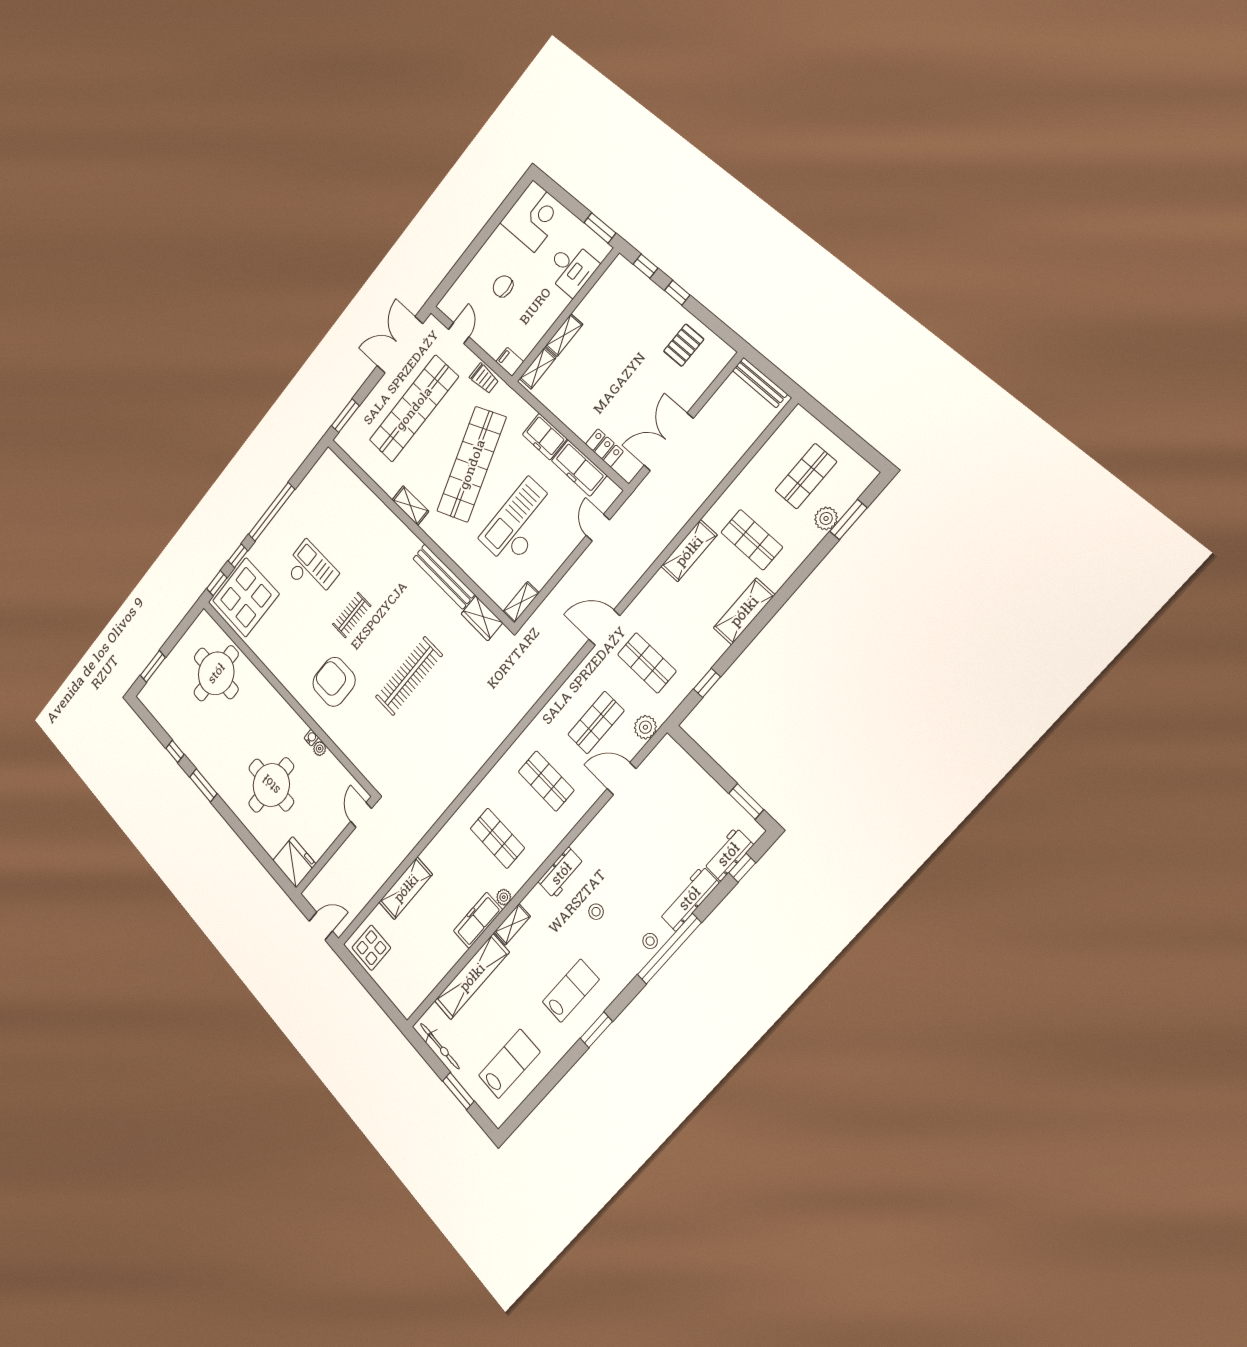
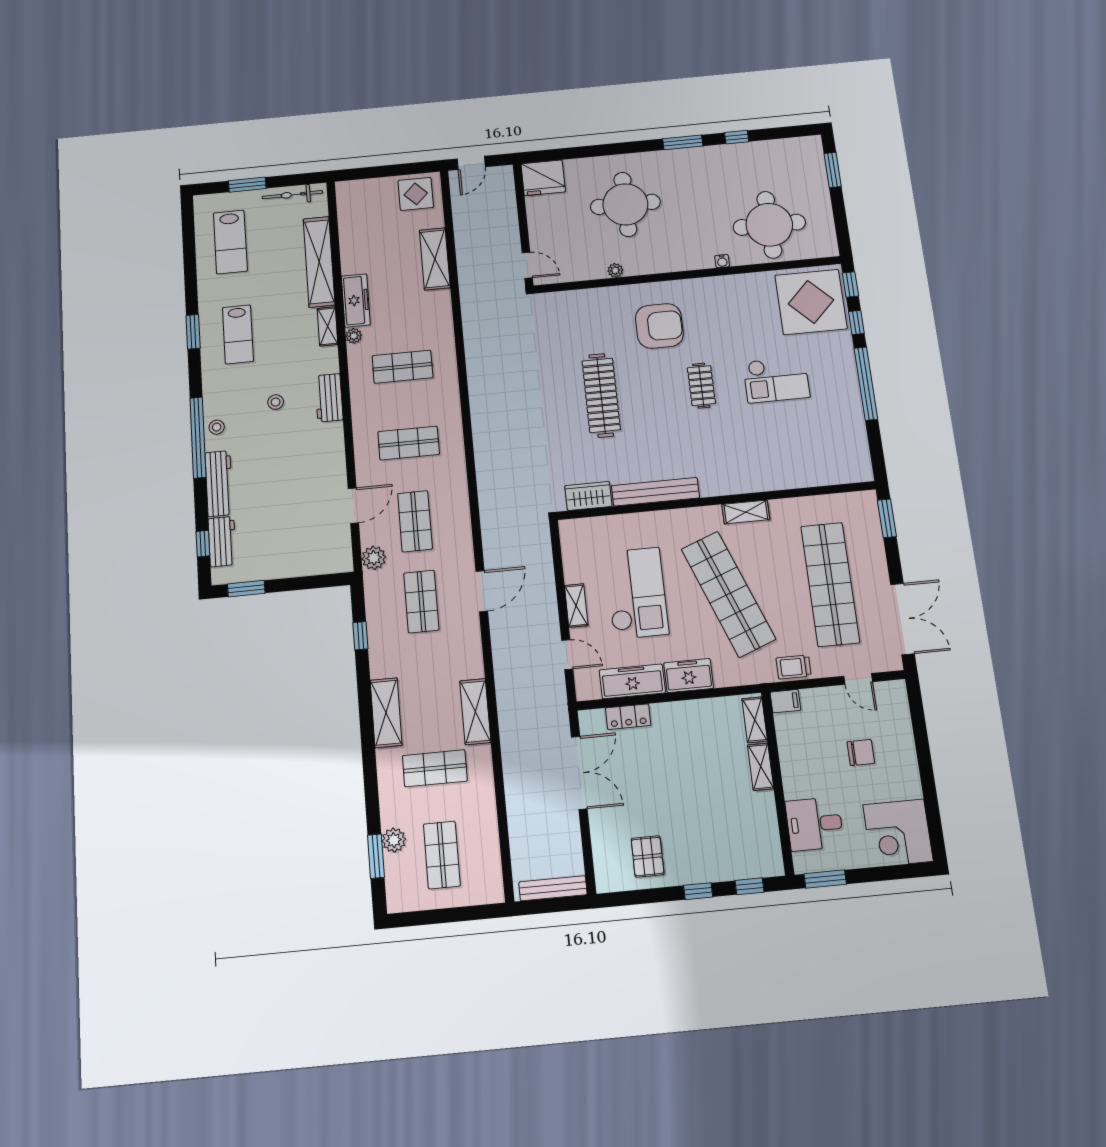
shelving: (521, 602) -> (576, 605), moved
shop shelf: (647, 663) -> (421, 601), turned 90
water cooler: (311, 738) -> (722, 261), moved

